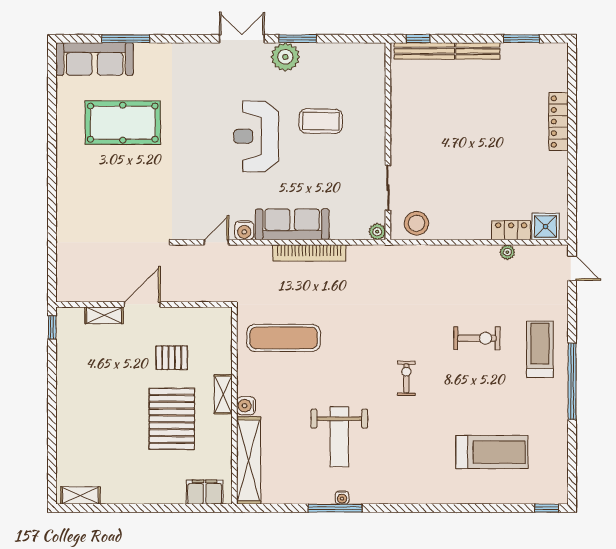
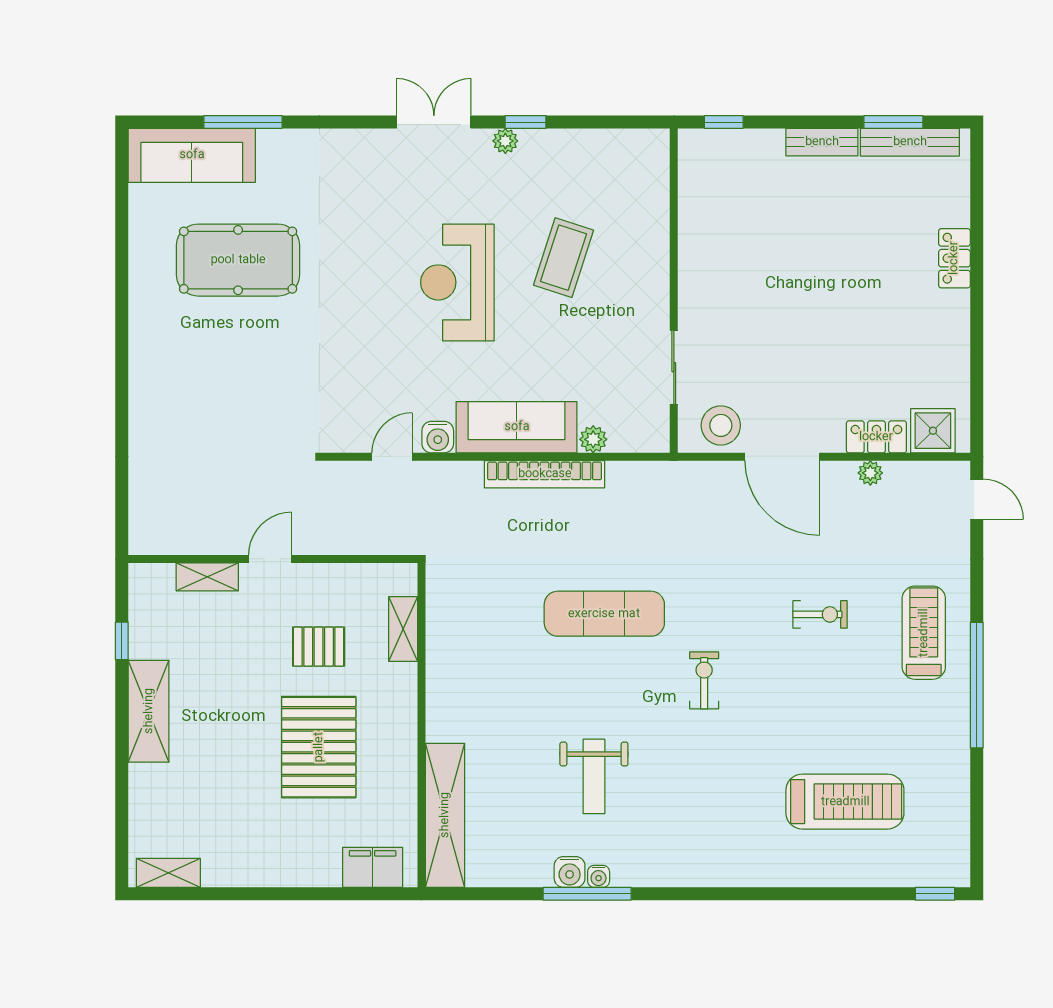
window: (298, 39) -> (526, 122), width x0.67
bench: (424, 51) -> (910, 142), moved
plant: (285, 57) -> (505, 141), width x0.53, depth x0.53
coffee table: (321, 121) -> (564, 258), turned -73
locker: (559, 122) -> (954, 258), width x0.66
plant: (377, 232) -> (593, 439), moved
door: (454, 242) -> (782, 457), added
door: (142, 304) -> (270, 559), width x0.73
window: (52, 327) -> (122, 641), moved
exercise mat: (284, 338) -> (604, 614), moved
exercise bike: (477, 338) -> (820, 614), width x0.73, depth x0.72
shelving: (223, 394) -> (403, 629), moved
shelving: (68, 397) -> (149, 711), added
water cooler: (246, 406) -> (570, 872), moved, turned -90
weight bench: (339, 437) -> (594, 776), width x0.73, depth x0.75

